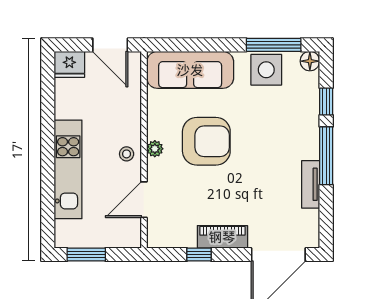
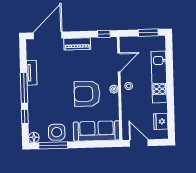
fridge: (69, 64) -> (161, 121), moved, turned -90
window: (199, 254) -> (104, 34), moved

